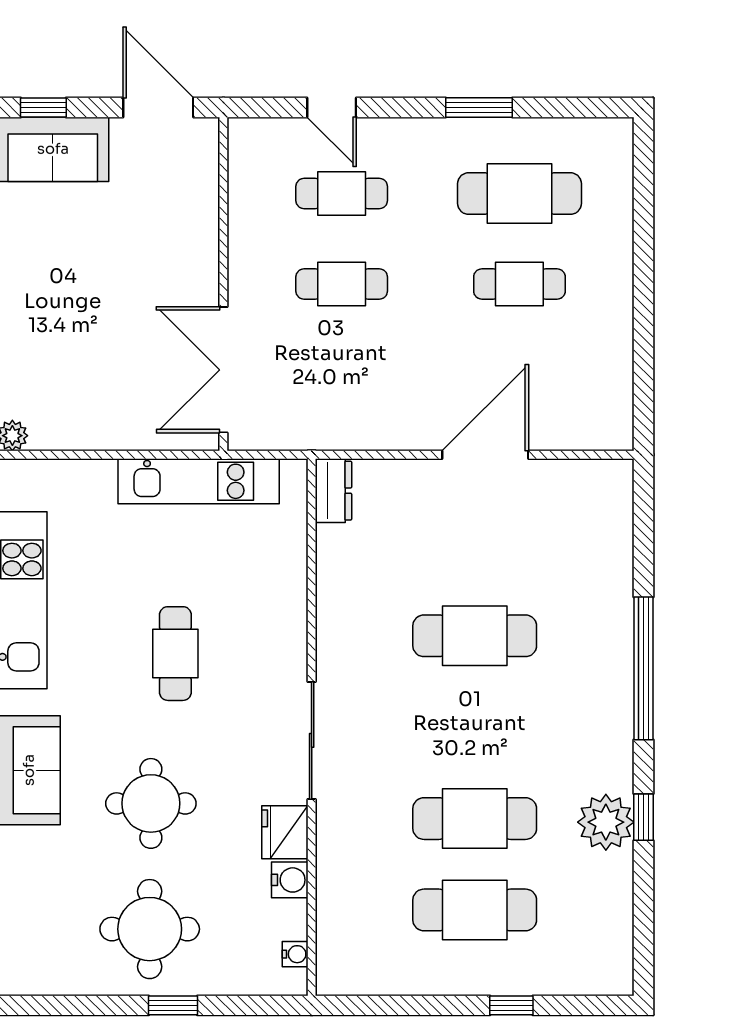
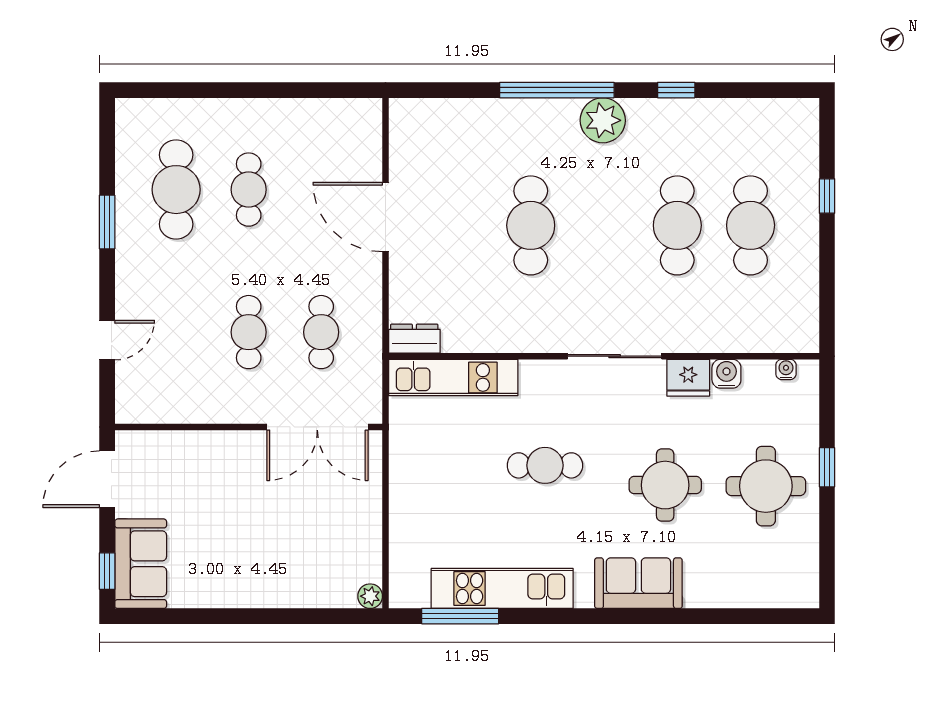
cafe table: (342, 194) -> (321, 332), moved
kitchen unit: (199, 481) -> (453, 377), moved, turned 90
plant: (606, 822) -> (603, 120), moved

